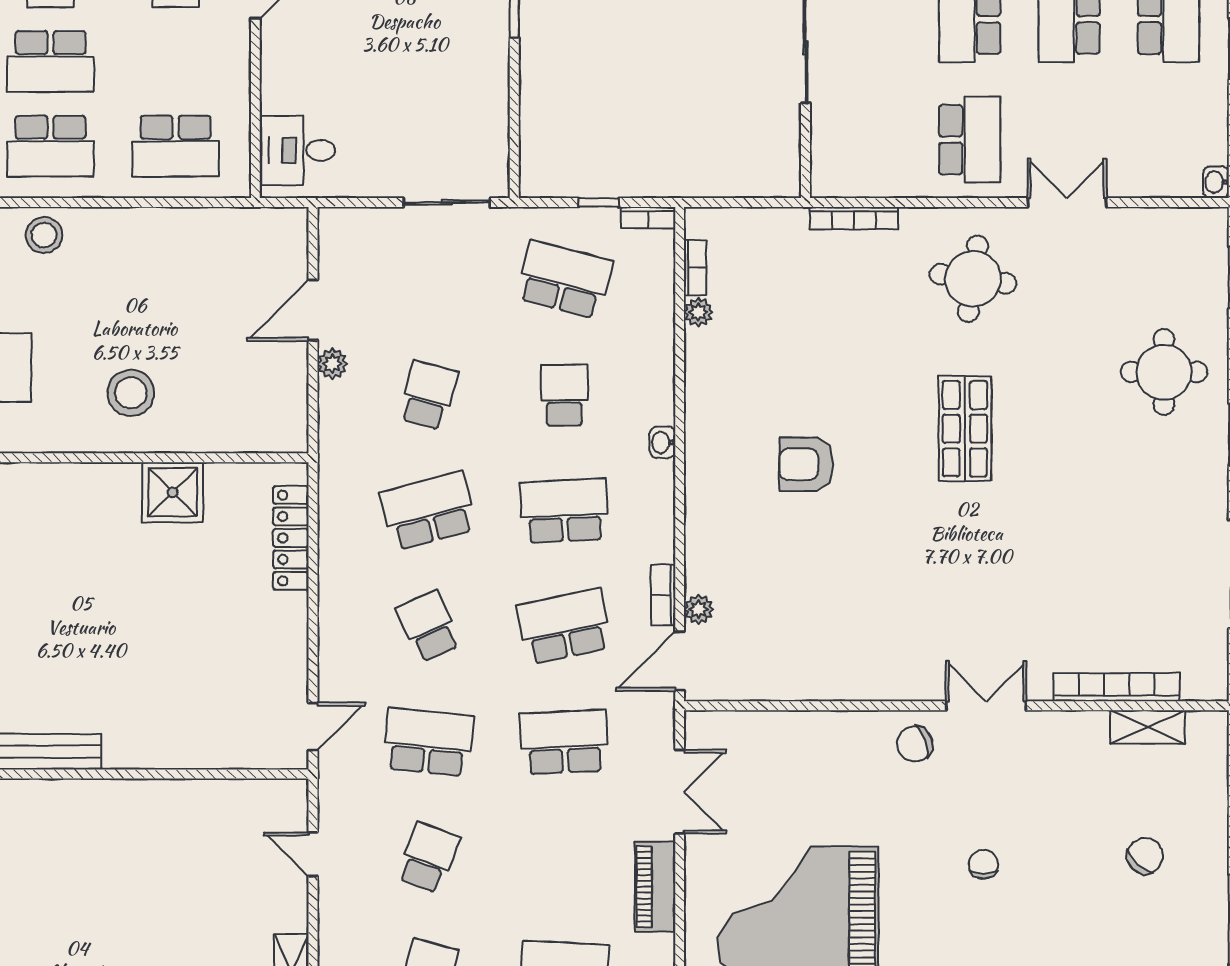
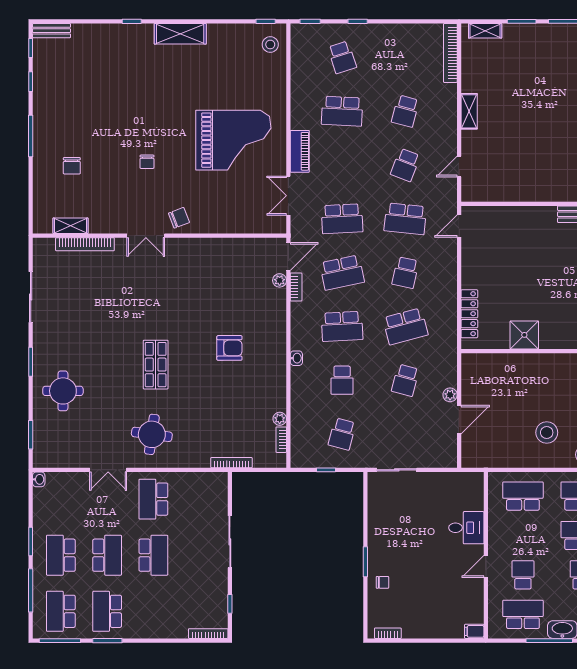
desk: (297, 150) -> (466, 528), moved
bookcase: (648, 218) -> (303, 463), removed
bookcase: (854, 218) -> (231, 463), moved
school desk: (564, 280) -> (342, 434), width x0.54
stool: (131, 393) -> (547, 433), moved
school desk: (428, 626) -> (405, 273), turned 36
door: (313, 854) -> (459, 166), swing flipped
chair: (1145, 856) -> (72, 166), turned -43

